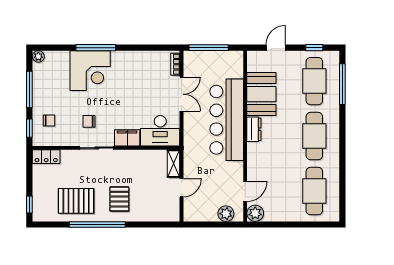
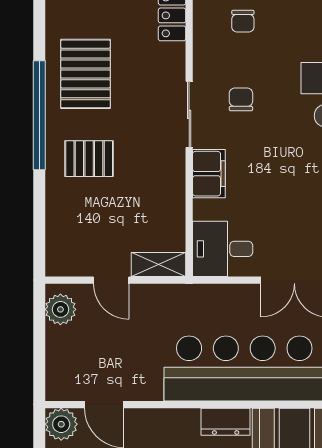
desk: (160, 131) -> (223, 249), width x0.73
plant: (226, 214) -> (60, 309), moved

